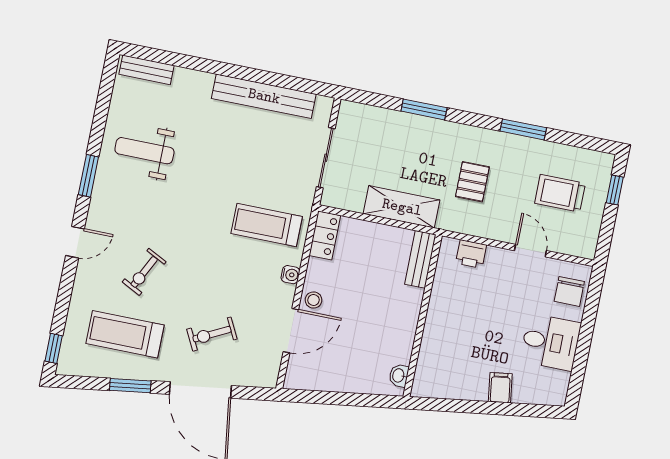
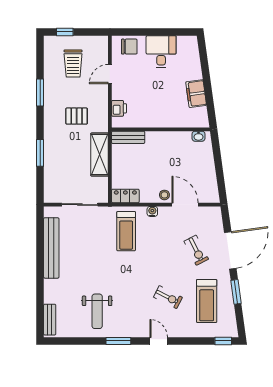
filing cabinet: (500, 388) -> (196, 94), moved, width x2.00

